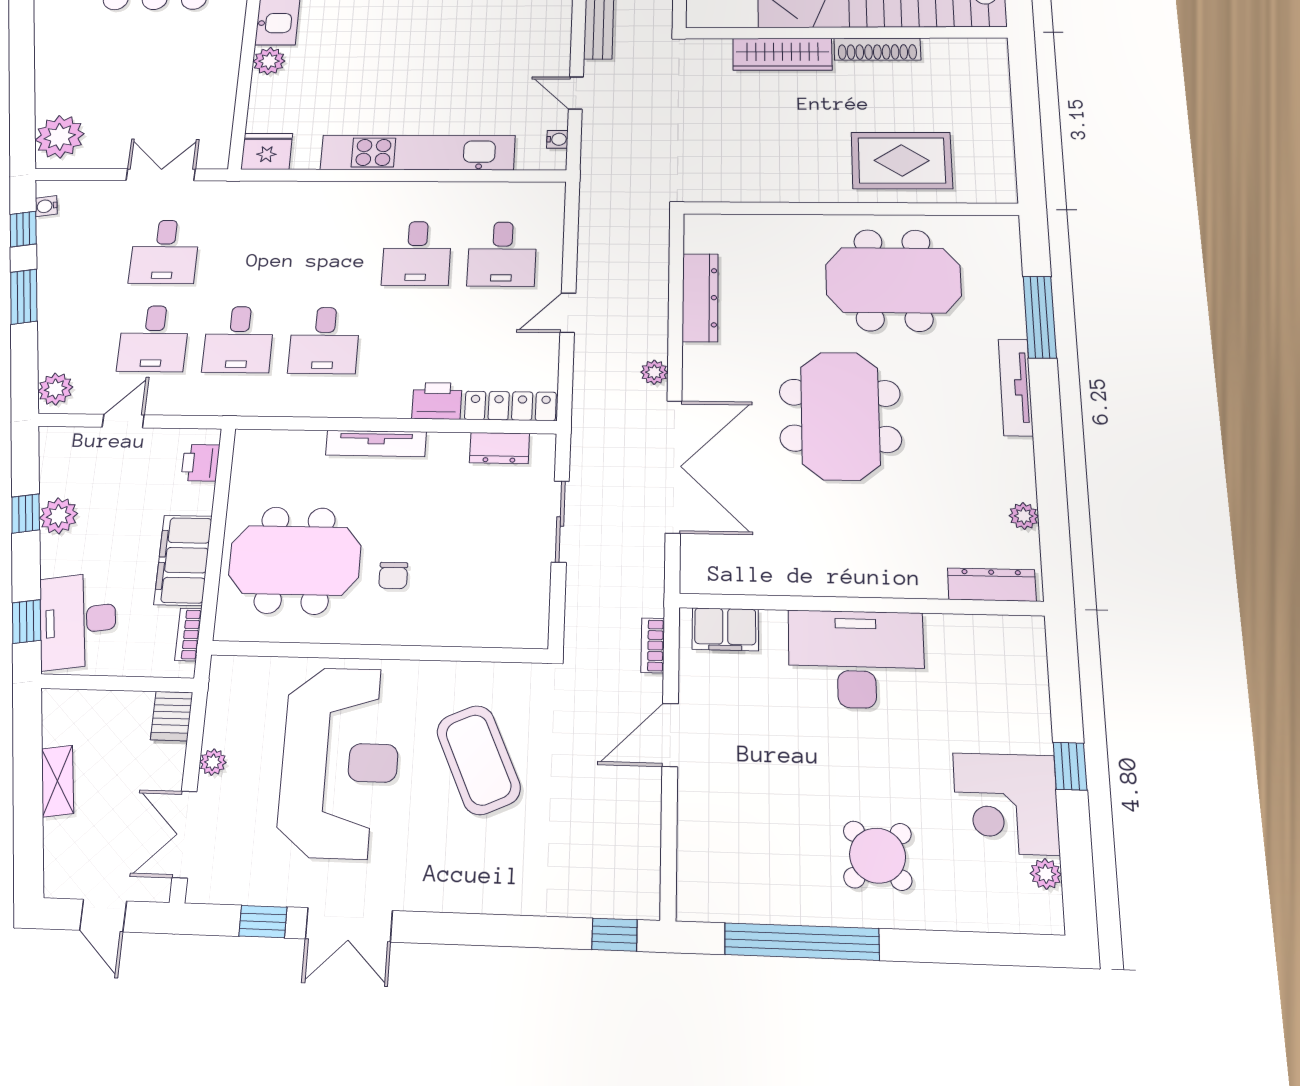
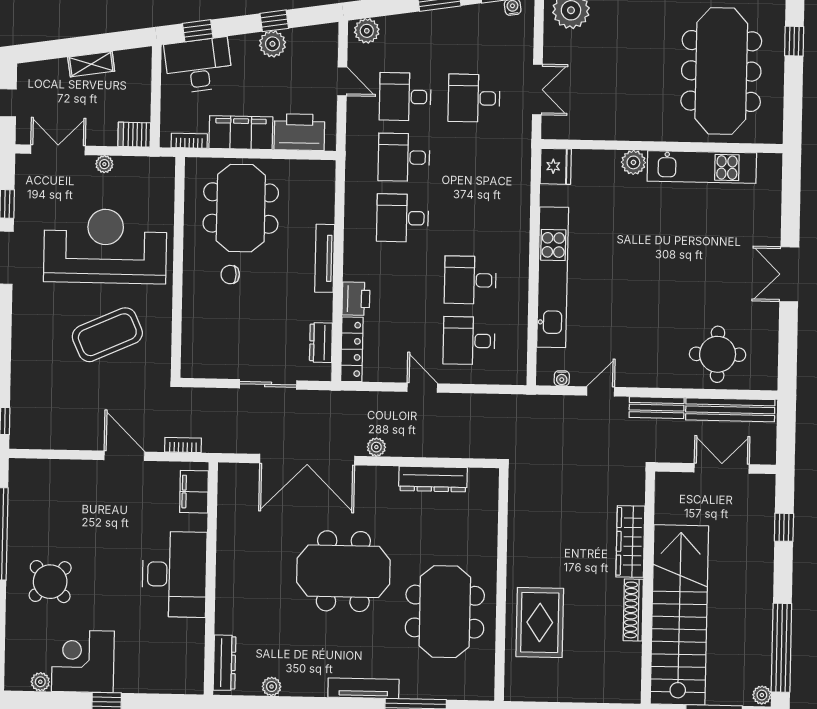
printer: (200, 463) -> (299, 132), width x1.87, depth x1.48
reception desk: (340, 762) -> (105, 246), turned 180

